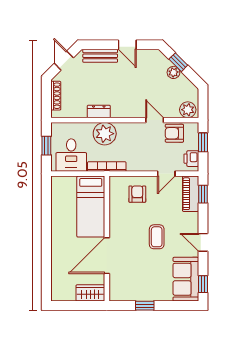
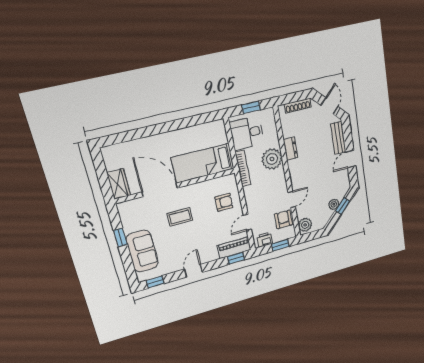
door: (64, 61) -> (329, 106), hinge flipped
door: (166, 174) -> (247, 222), hinge flipped
coffee table: (157, 237) -> (180, 217), moved
sofa: (186, 279) -> (142, 251), moved, turned 90

